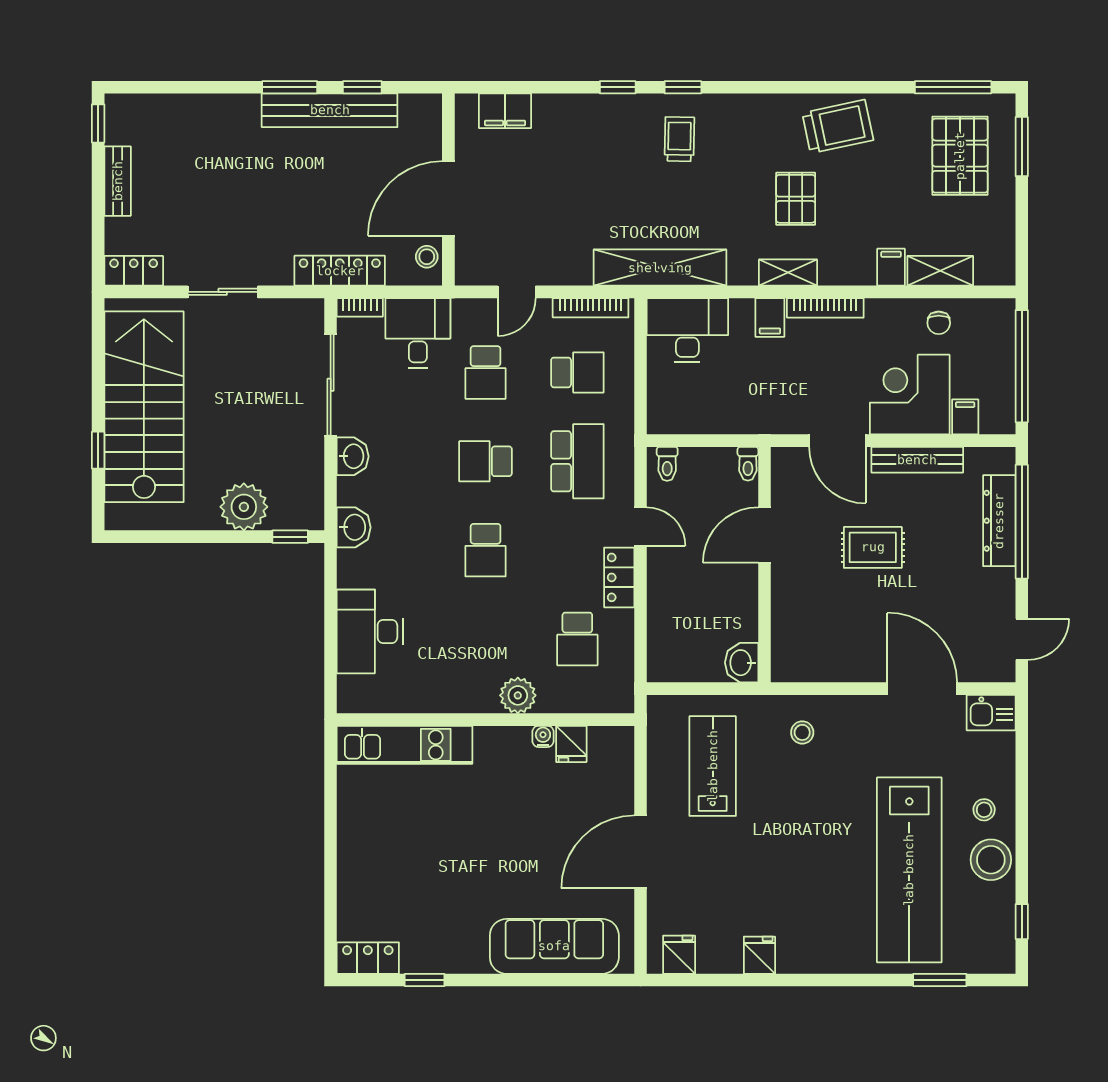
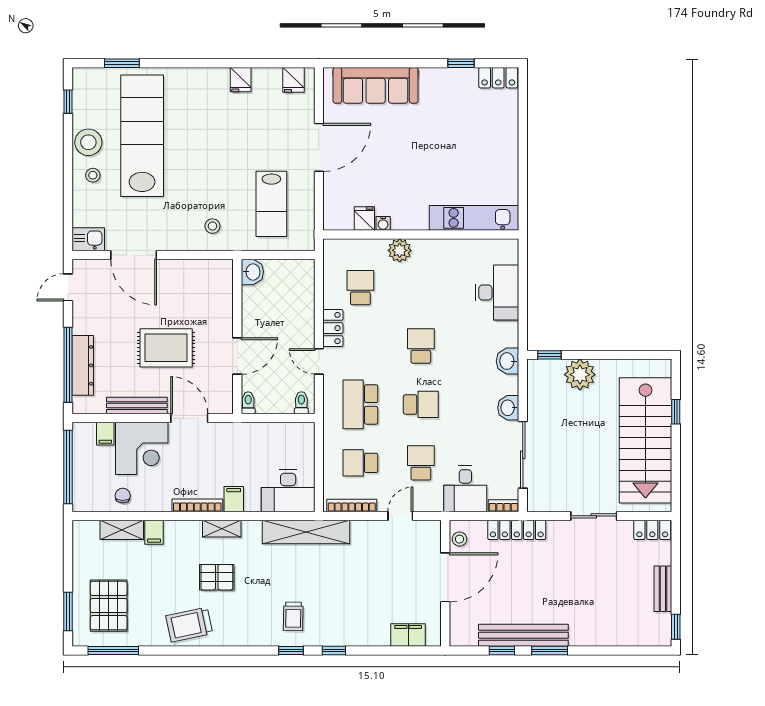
pallet: (796, 199) -> (217, 577), turned 90
rug: (873, 547) -> (166, 348), width x1.36, depth x1.43

